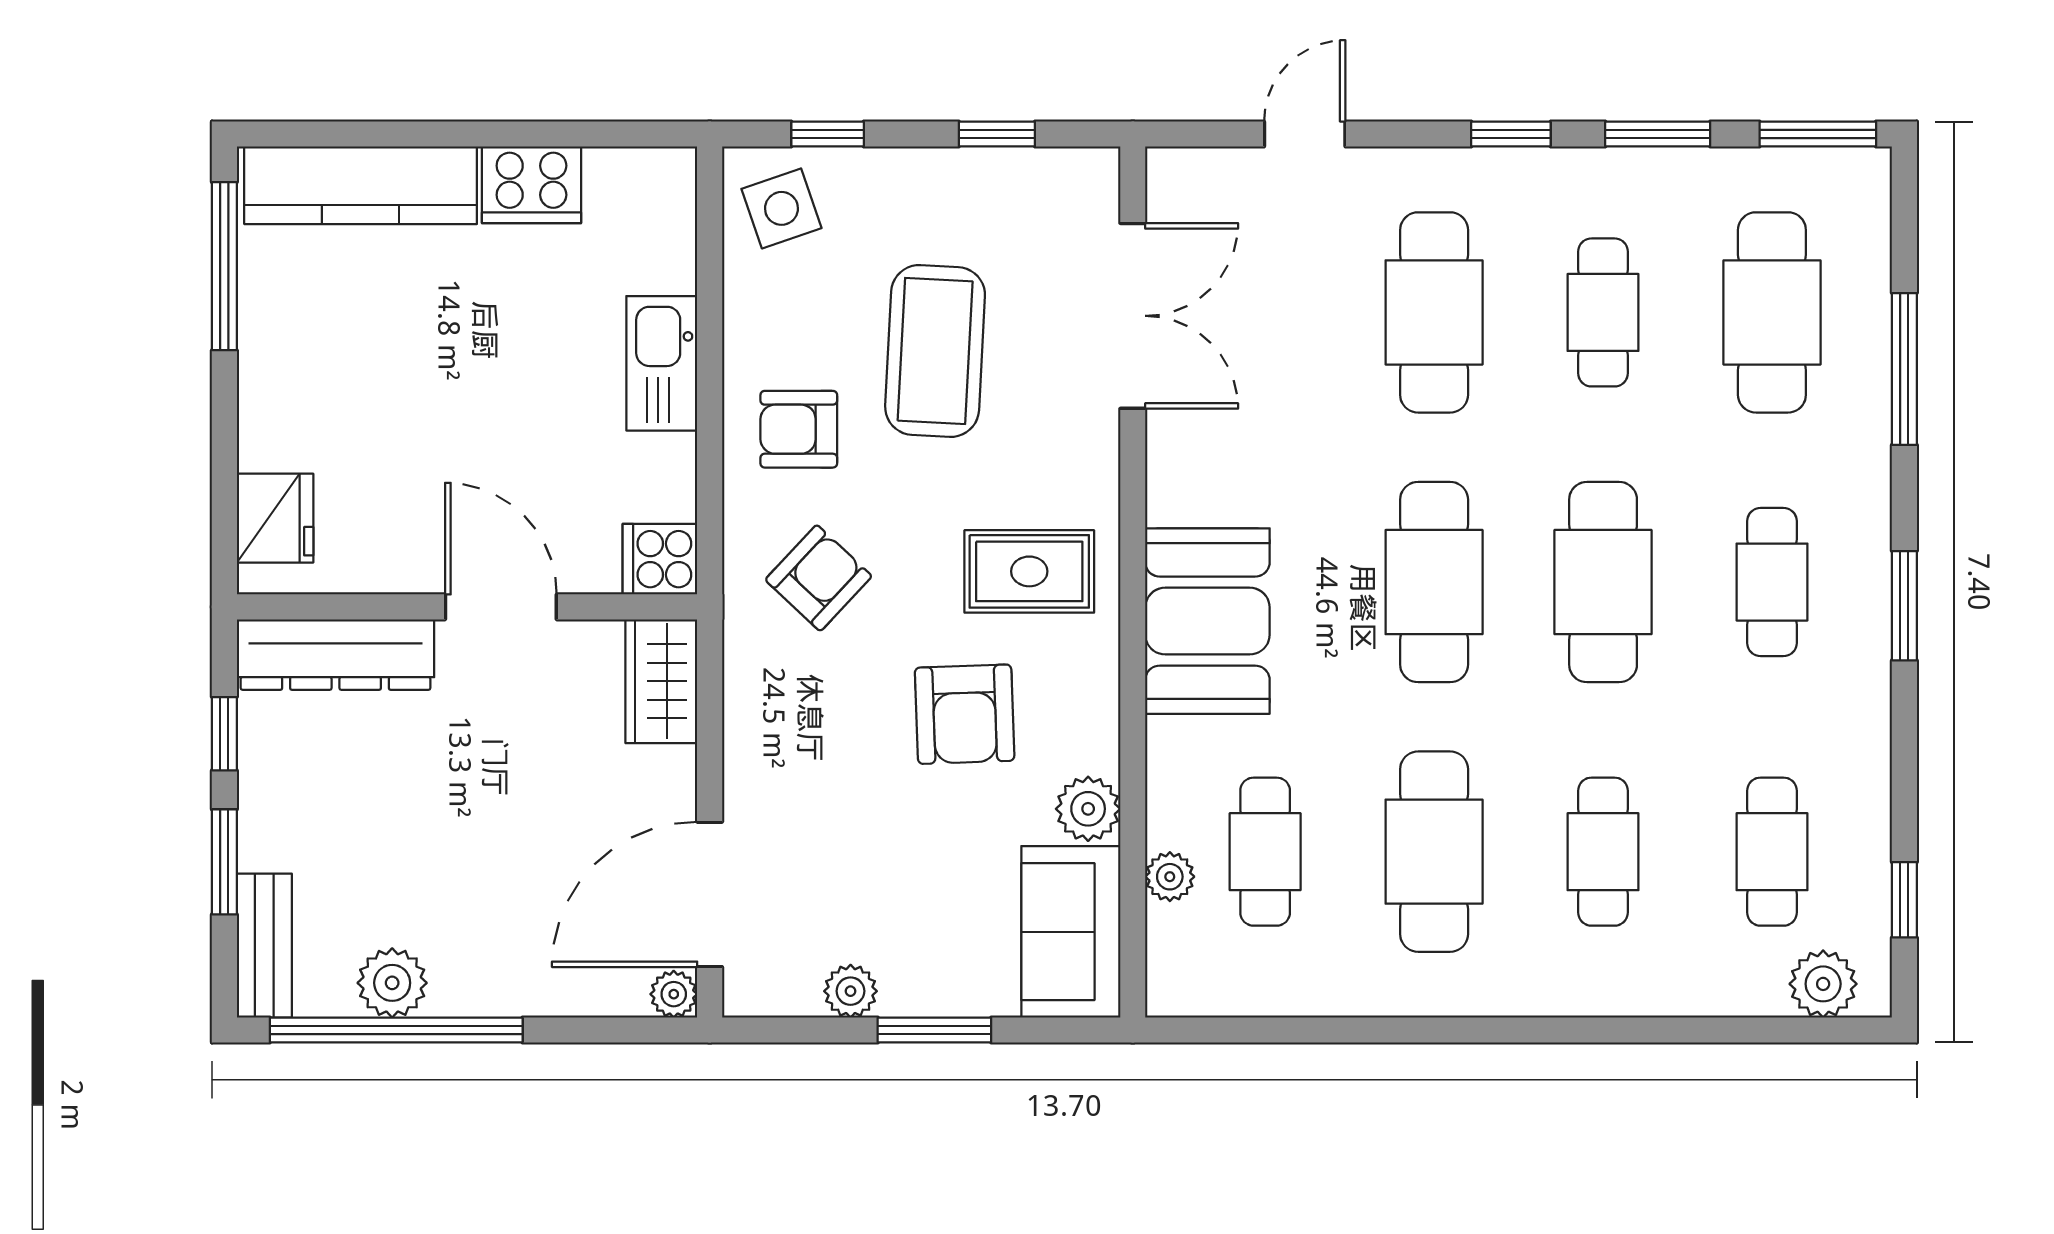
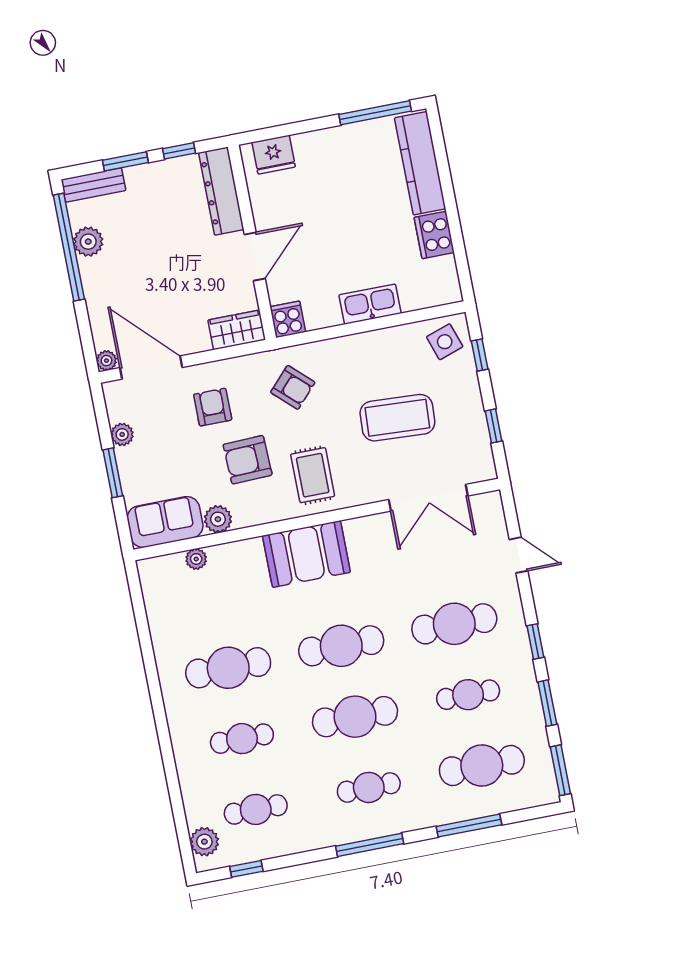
armchair: (799, 429) -> (213, 407), moved
window: (1904, 606) -> (370, 845), width x1.44
cafe table: (1265, 852) -> (214, 597), removed

